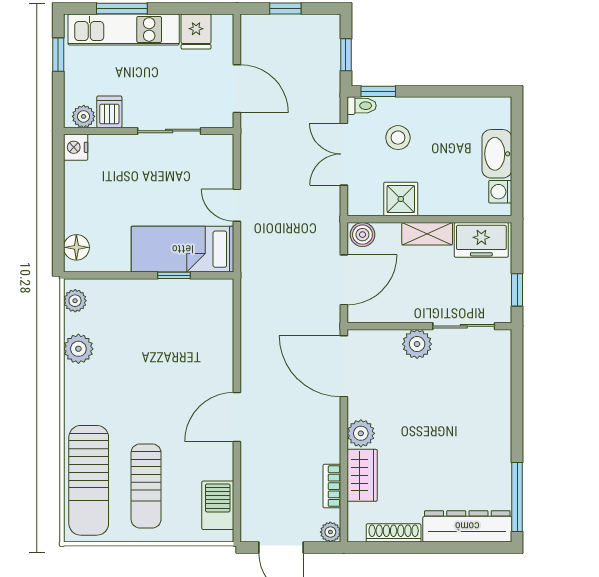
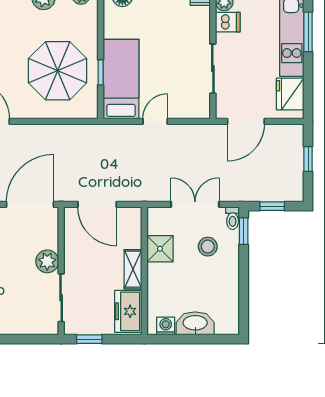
fridge: (196, 32) -> (290, 94), width x1.38
boiler: (362, 235) -> (132, 219), removed
parasol: (172, 331) -> (58, 71), added

